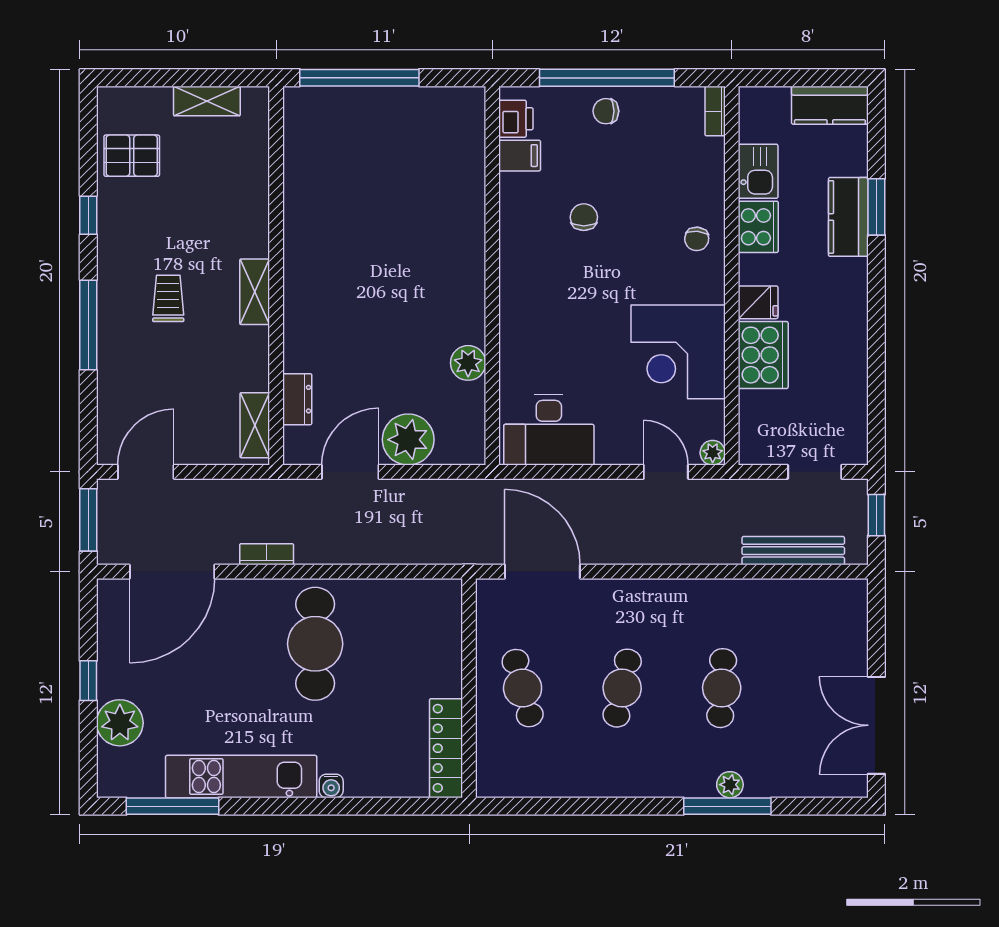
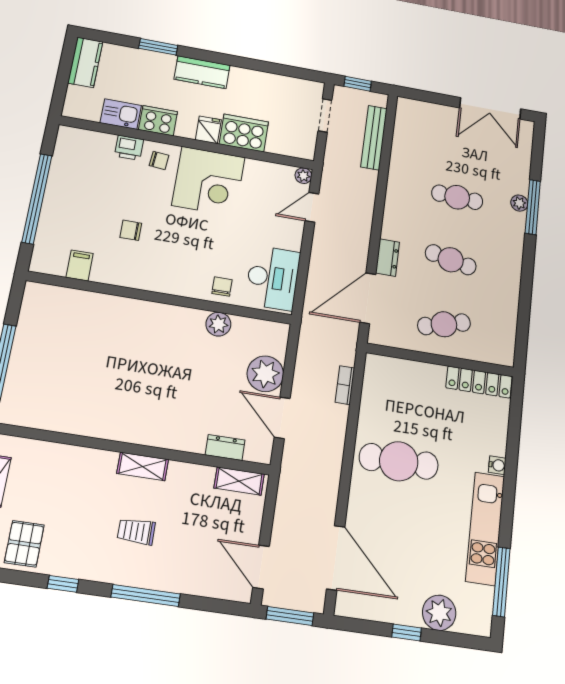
chair: (606, 111) -> (222, 287), moved, turned 180
bookcase: (715, 111) -> (74, 134), removed
printer: (516, 119) -> (129, 148), moved, turned 180
kitchen counter: (848, 217) -> (202, 72), moved
corner desk: (678, 352) -> (209, 181), moved
bookcase: (267, 554) -> (345, 385), moved
dresser: (609, 593) -> (388, 258), added

